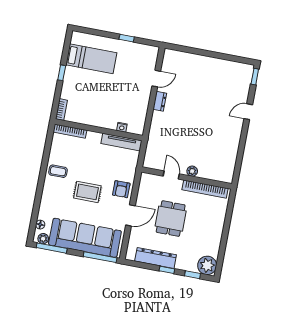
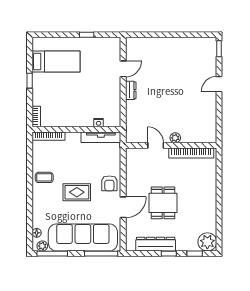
plant: (192, 171) -> (175, 138), moved
door: (171, 175) -> (156, 145), moved
wall: (187, 178) -> (171, 145), moved
bookcase: (205, 189) -> (191, 153), moved

